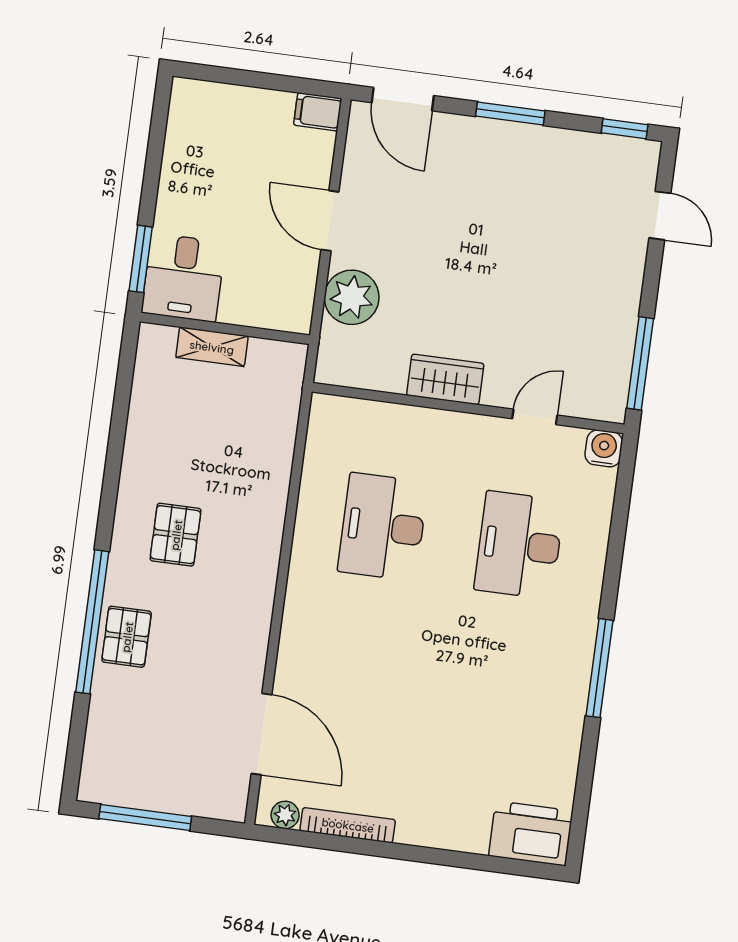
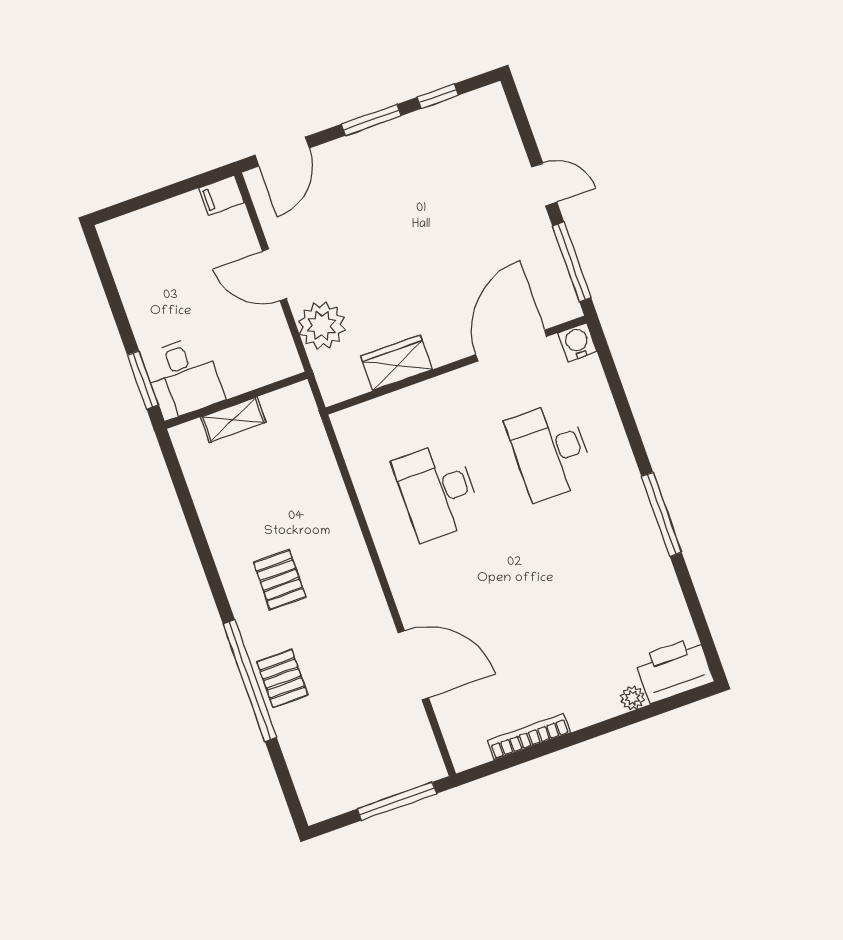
door: (403, 99) -> (282, 152), hinge flipped
window: (625, 129) -> (438, 96), moved
door: (660, 216) -> (544, 185), moved
wardrobe: (445, 379) -> (396, 363), moved
door: (535, 417) -> (511, 345), width x1.87
door: (261, 734) -> (413, 665), moved
plant: (285, 815) -> (633, 698), moved
window: (145, 818) -> (397, 801), moved

